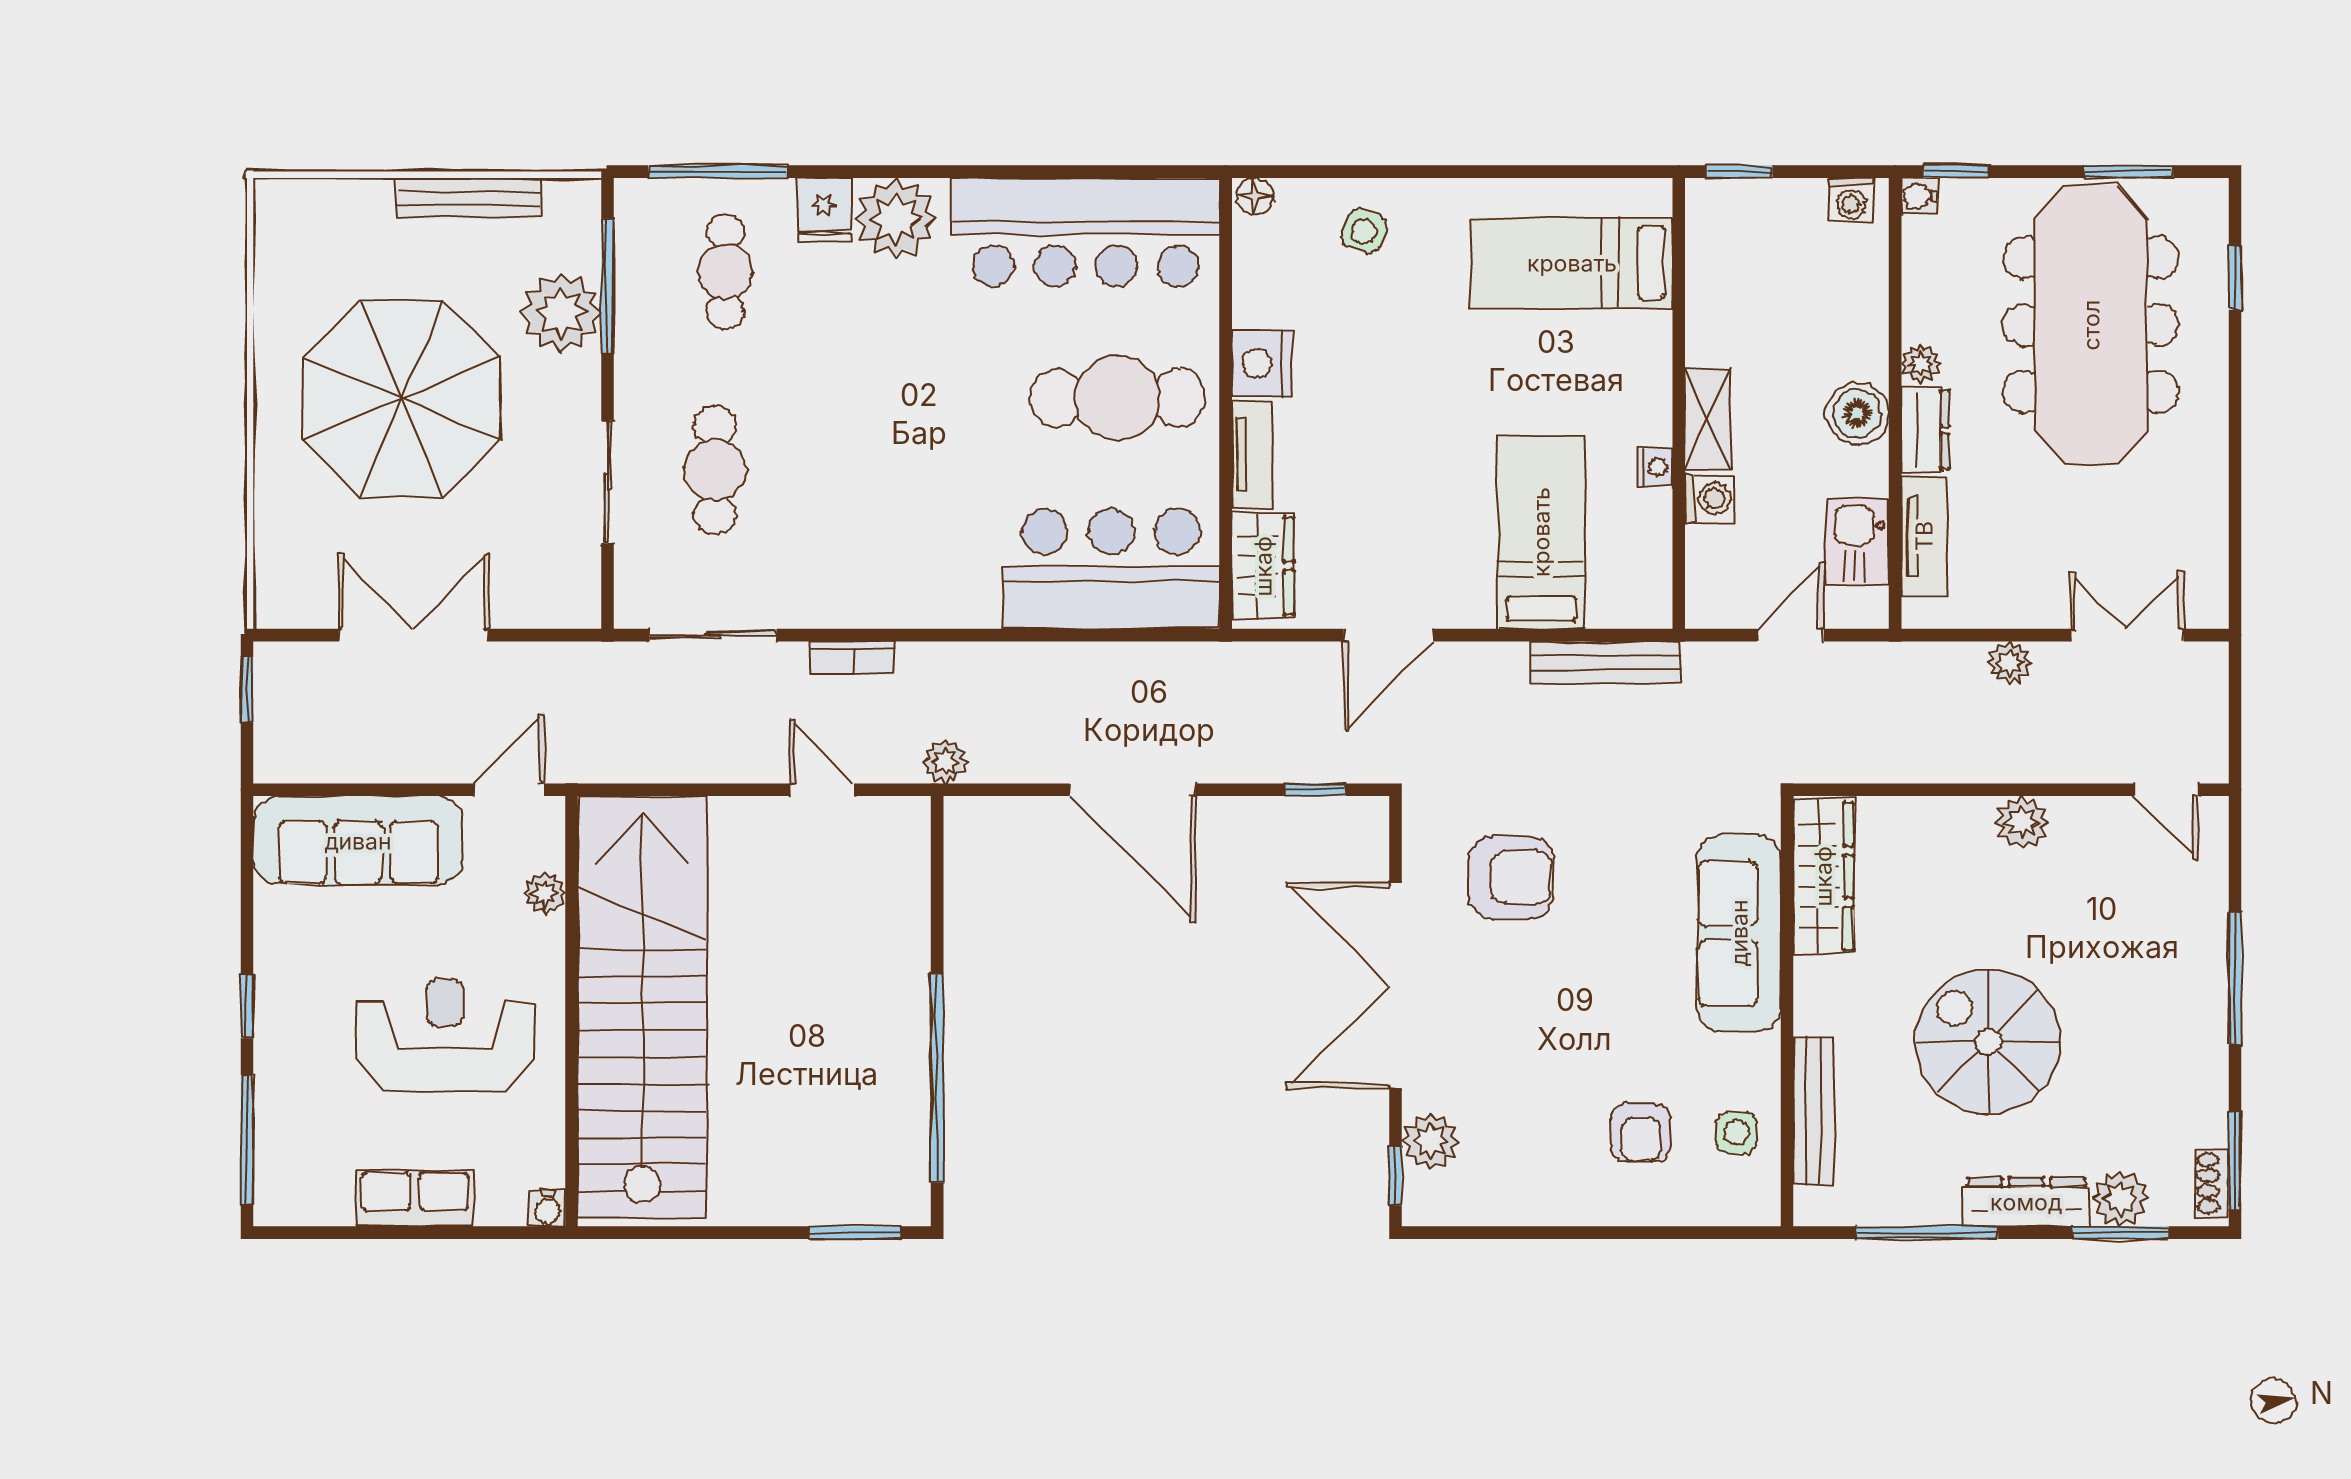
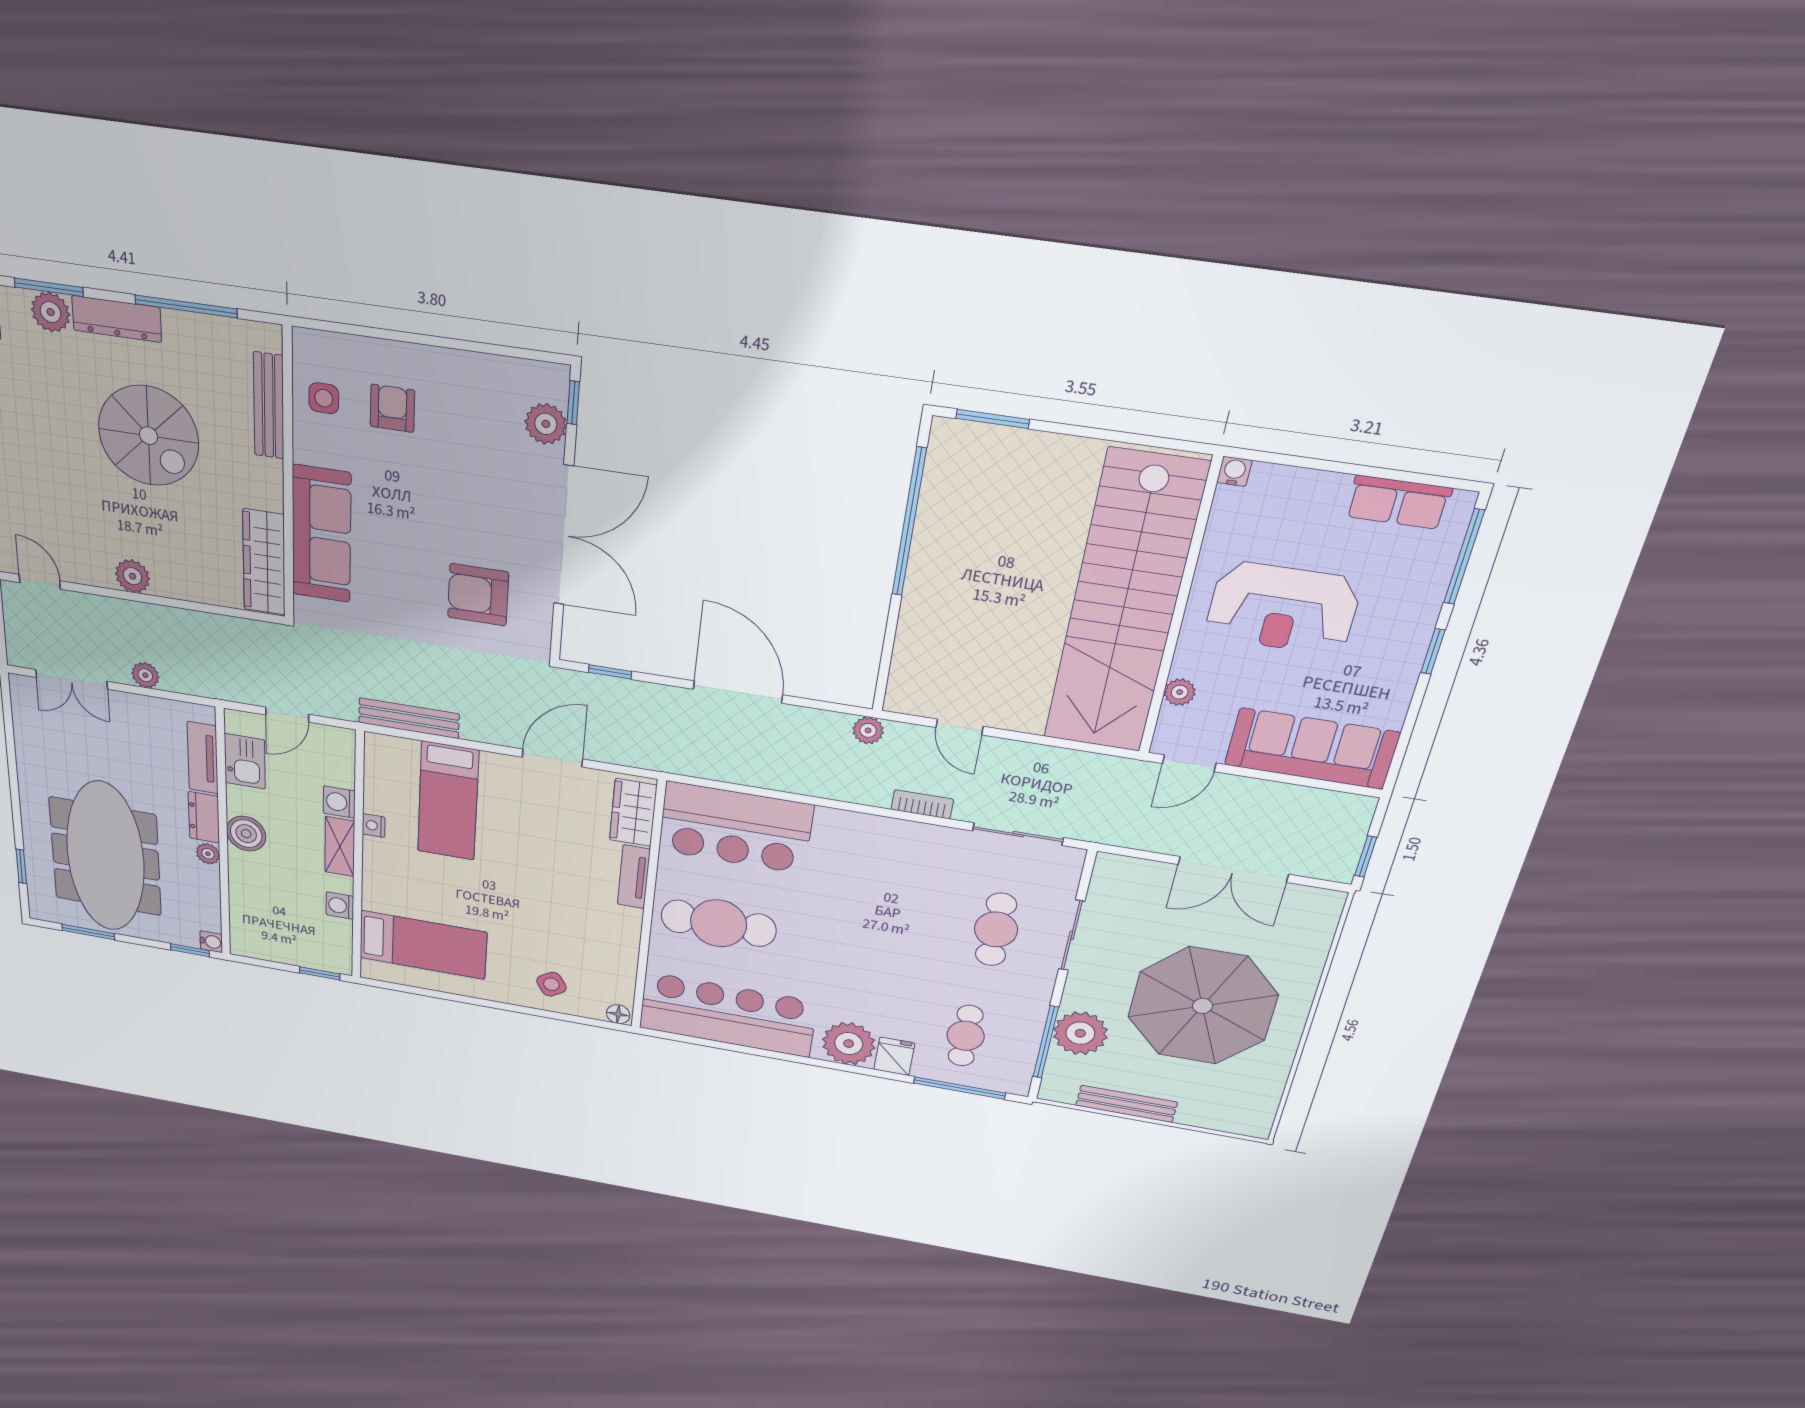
washing machine: (1851, 200) -> (340, 906), moved, turned -90
side table: (1364, 231) -> (551, 984), turned 35
nightstand: (1262, 363) -> (622, 926), removed
row of seats: (415, 1198) -> (1398, 502), moved

